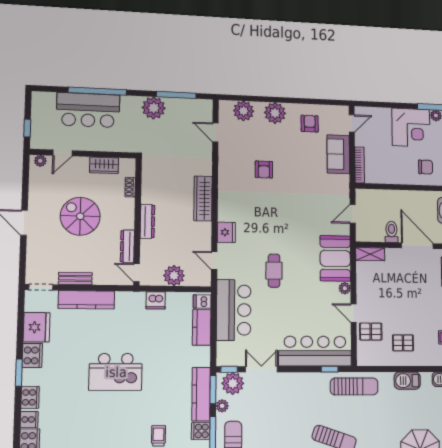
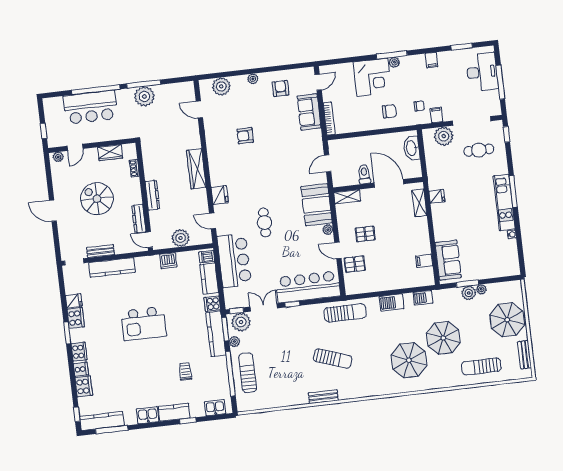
window: (176, 95) -> (144, 84), moved
plant: (275, 113) -> (253, 79), width x0.53, depth x0.53
armchair: (264, 170) -> (245, 136), turned 90
fridge: (37, 327) -> (74, 301), width x0.53, depth x0.75
pallet: (403, 343) -> (365, 234), moved
window: (330, 369) -> (292, 304), moved
cooker: (201, 431) -> (212, 304), moved

